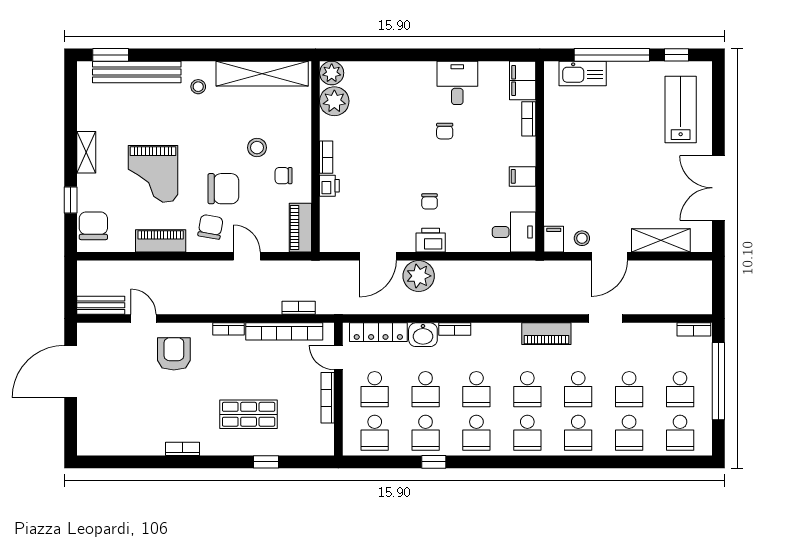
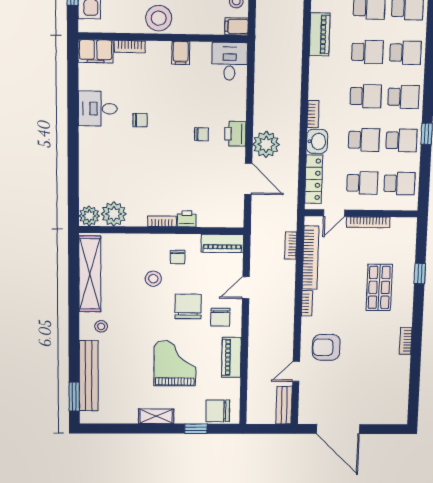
stool: (561, 151) -> (159, 18), added
grand piano: (153, 174) -> (175, 363), turned -90
chair: (211, 227) -> (220, 317), turned -100

